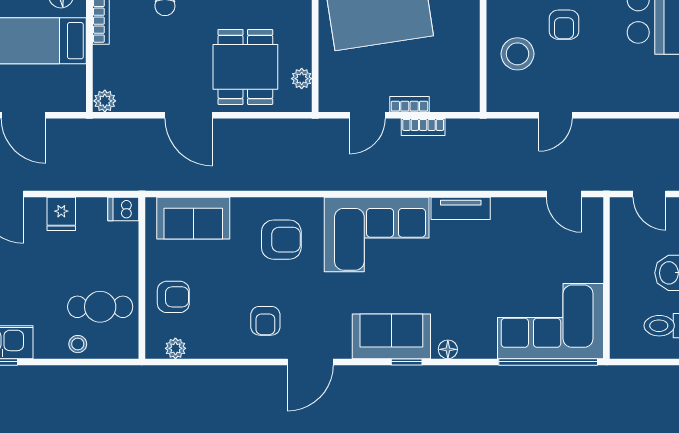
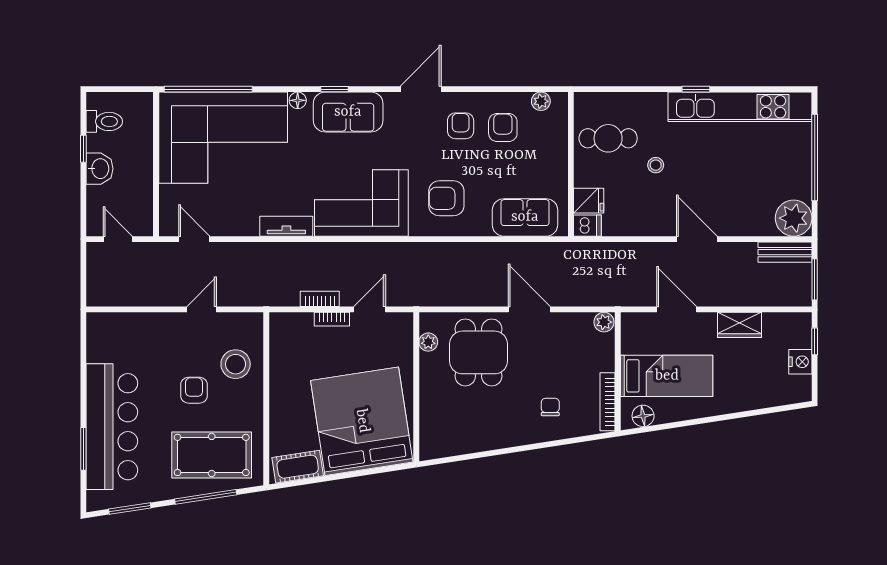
fridge: (61, 214) -> (589, 201), moved, turned 90
armchair: (173, 297) -> (503, 128), moved, turned 90
corner sofa: (550, 321) -> (223, 138), width x1.36, depth x1.36
stool: (78, 344) -> (656, 165), moved

